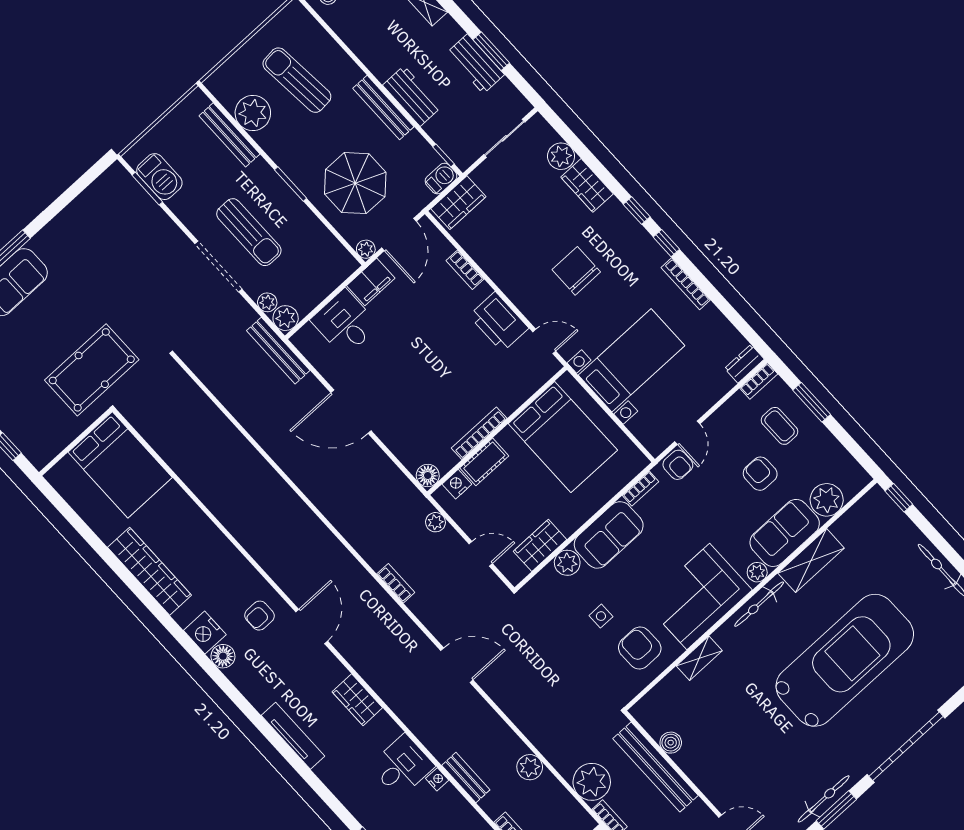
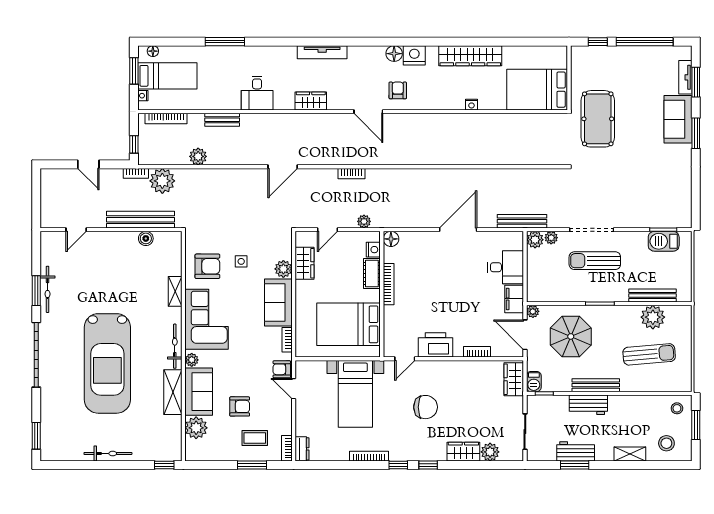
nightstand: (437, 779) -> (471, 105), moved

